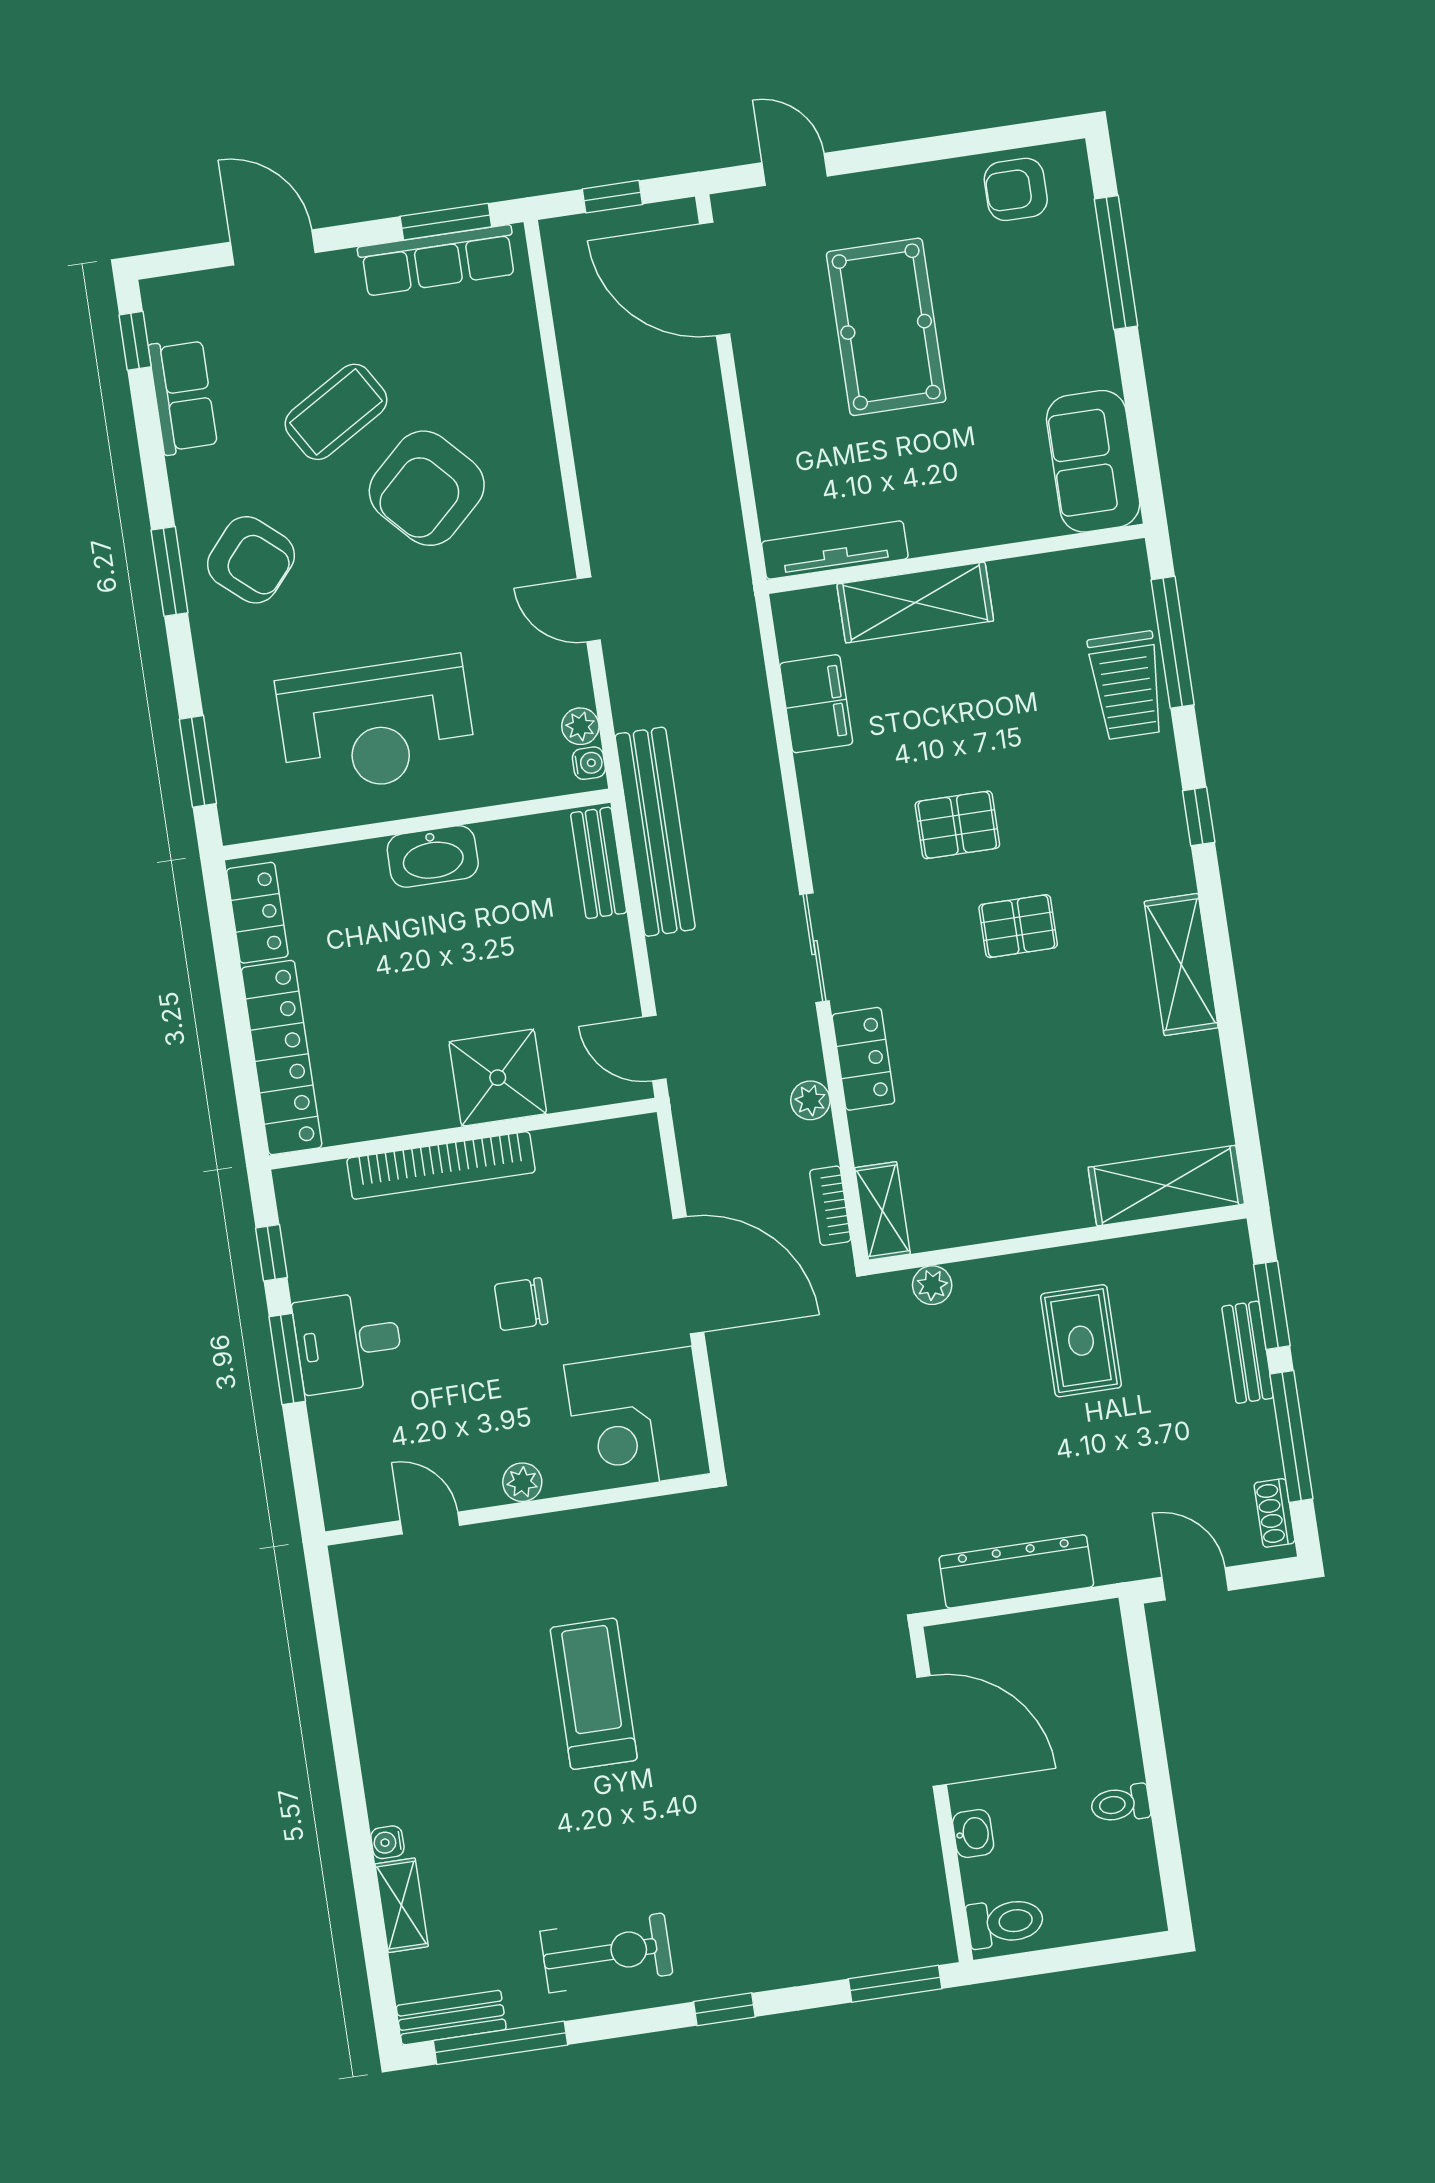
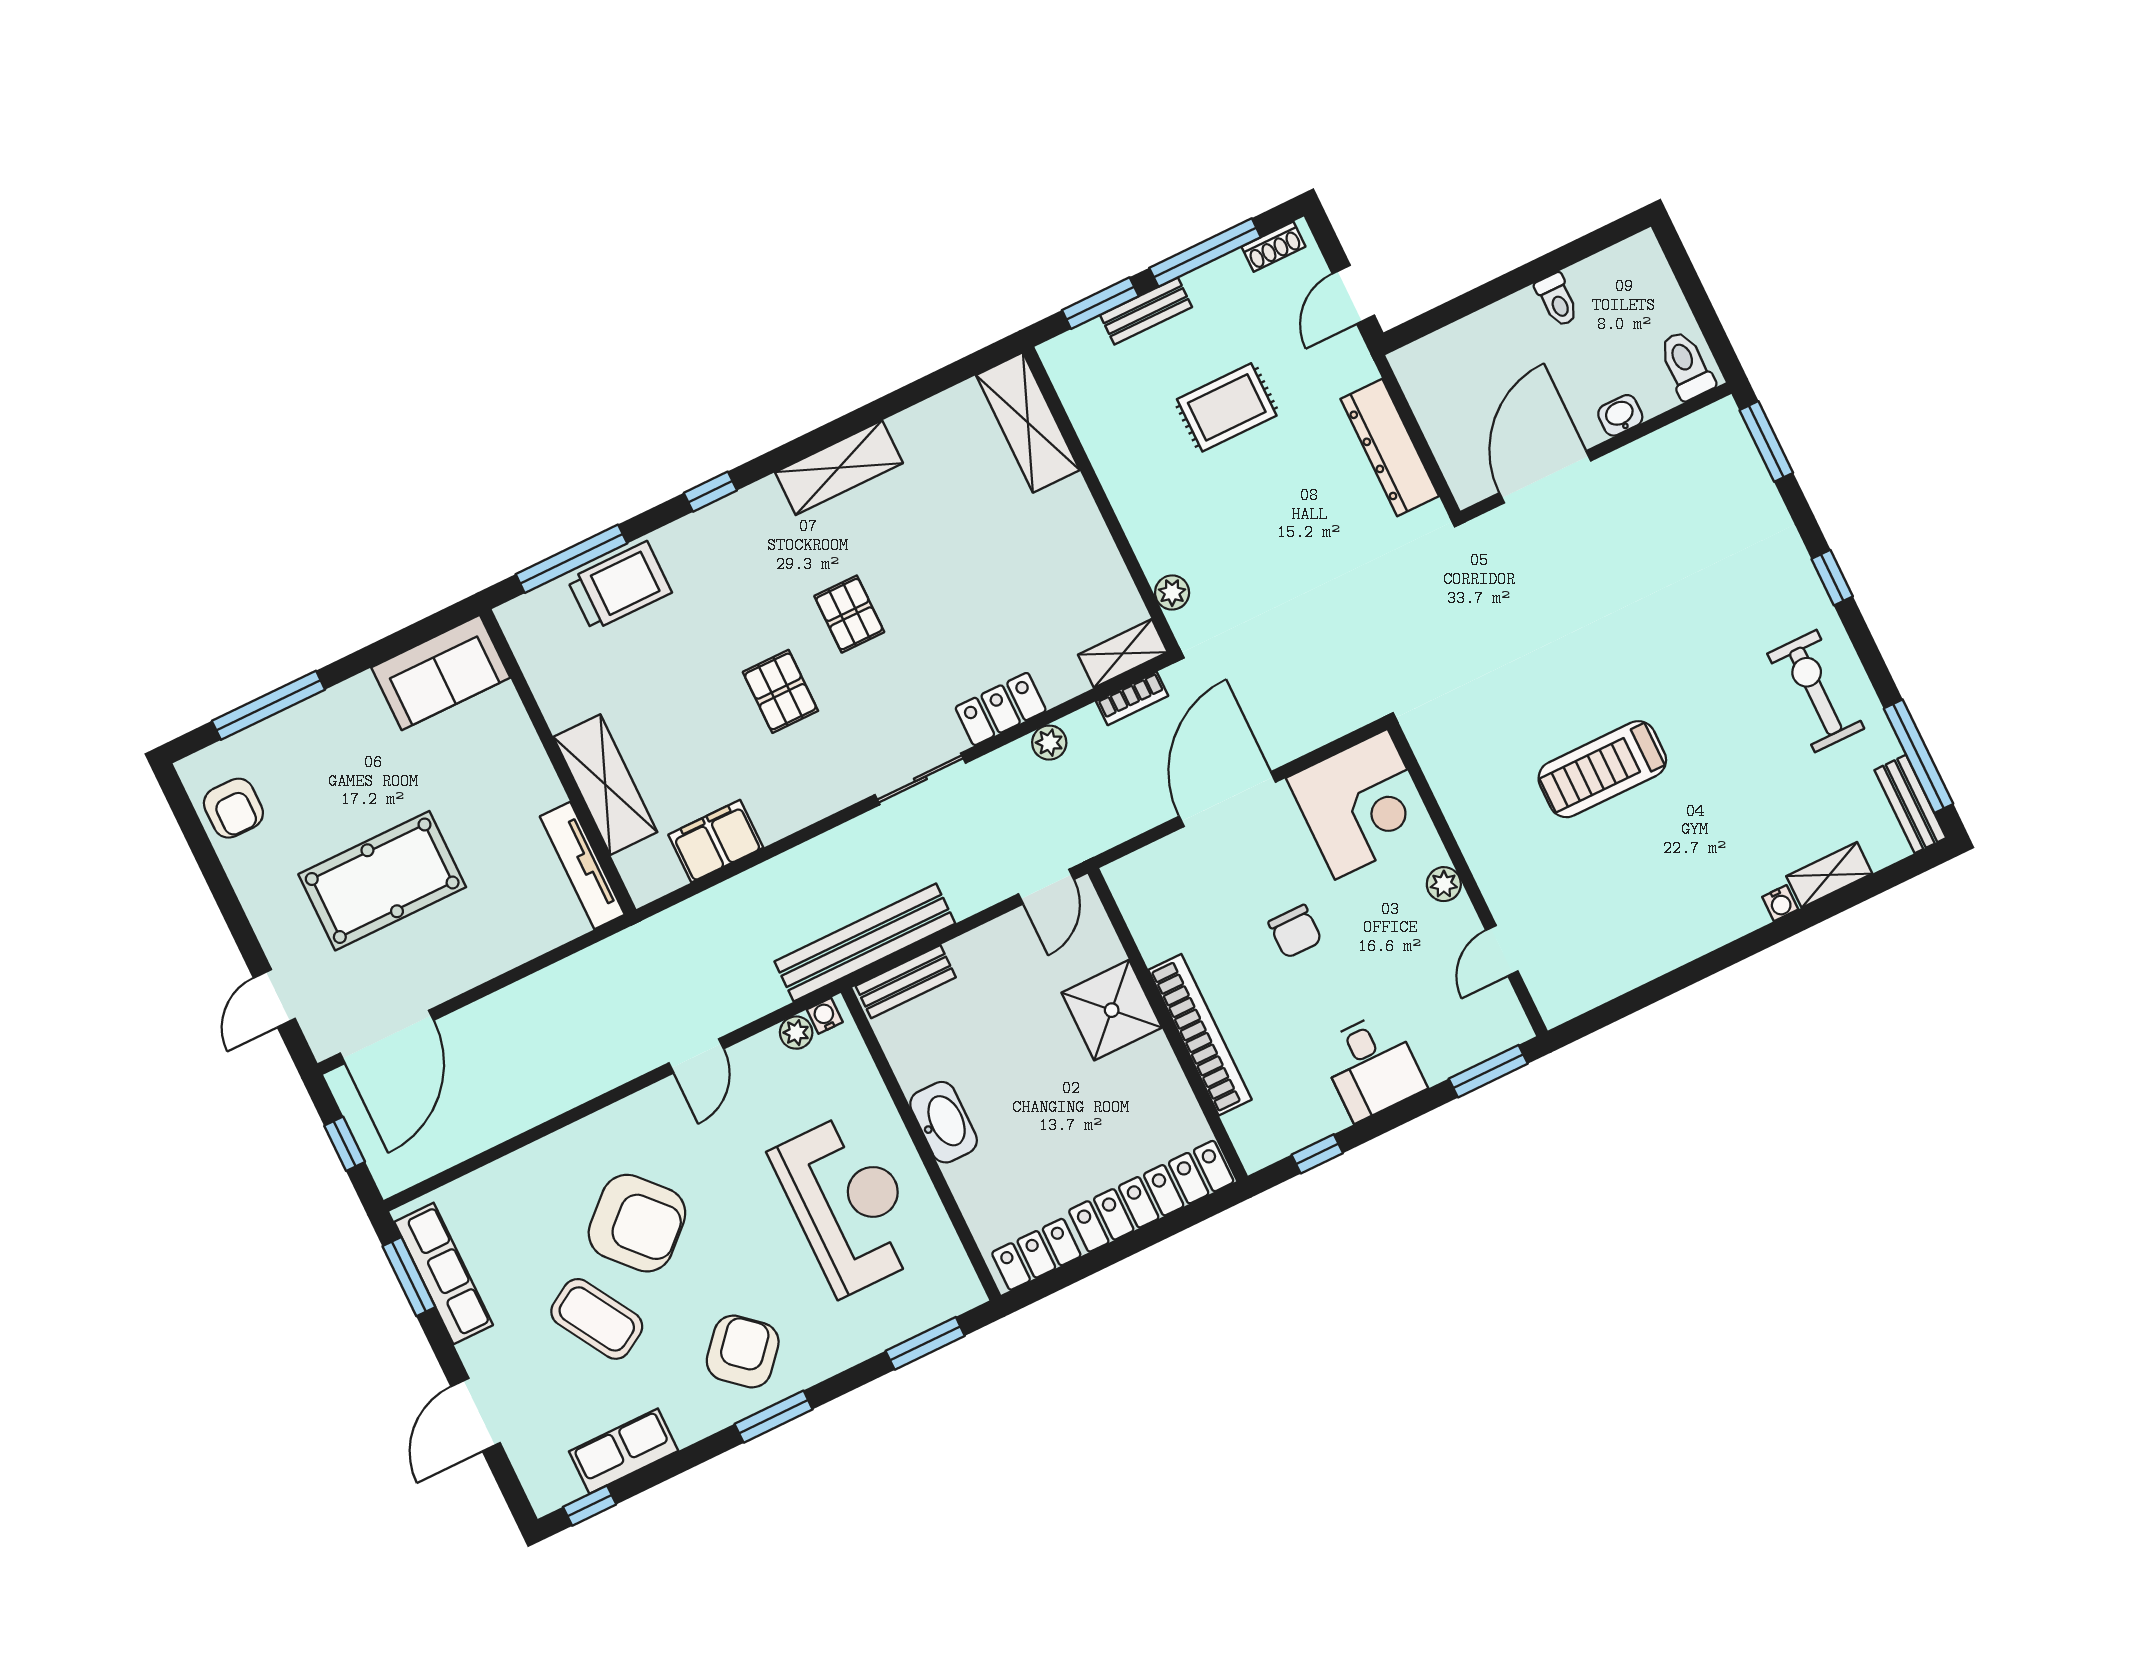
rug: (1081, 1341) -> (1227, 407), moved
window: (287, 1359) -> (1488, 1071), moved

